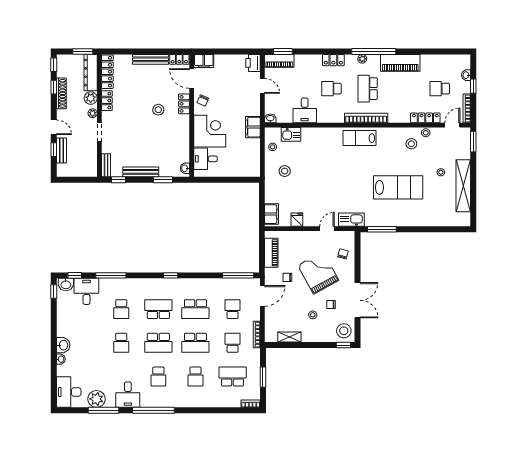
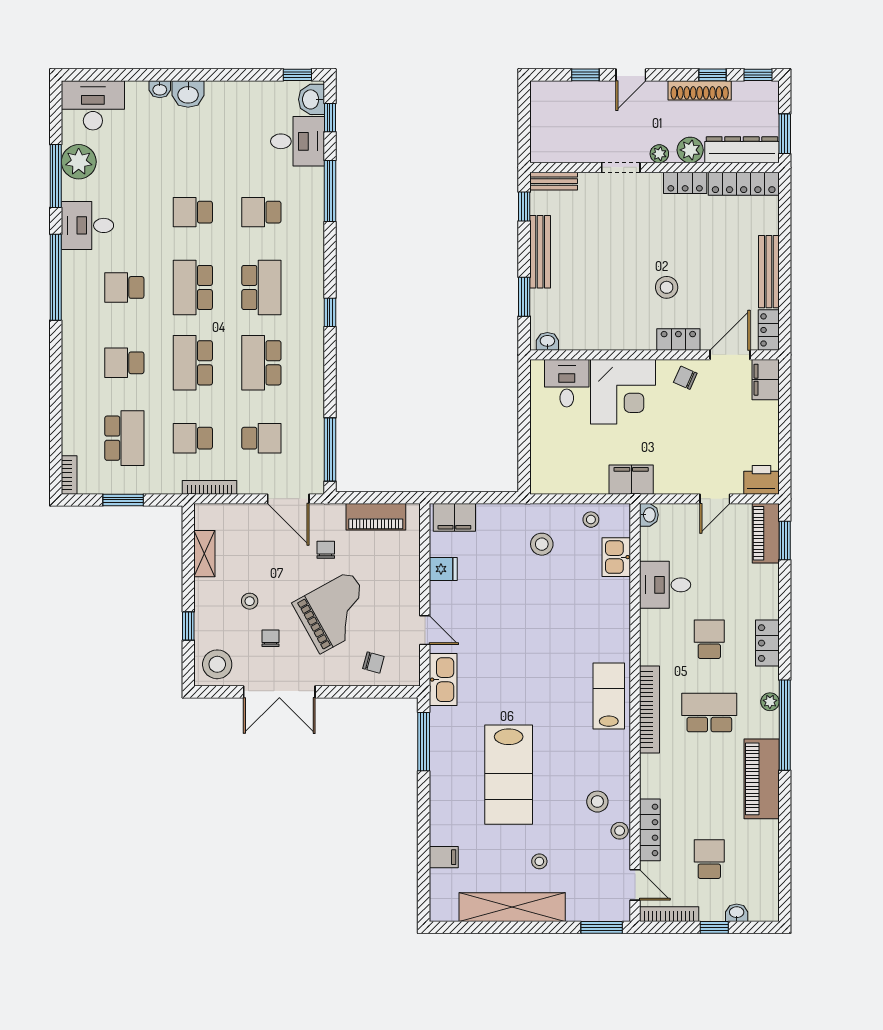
bench: (61, 151) -> (583, 90), removed
filing cabinet: (439, 219) -> (444, 857), added
school desk: (233, 343) -> (193, 438), turned 180
window: (343, 345) -> (188, 626), moved

